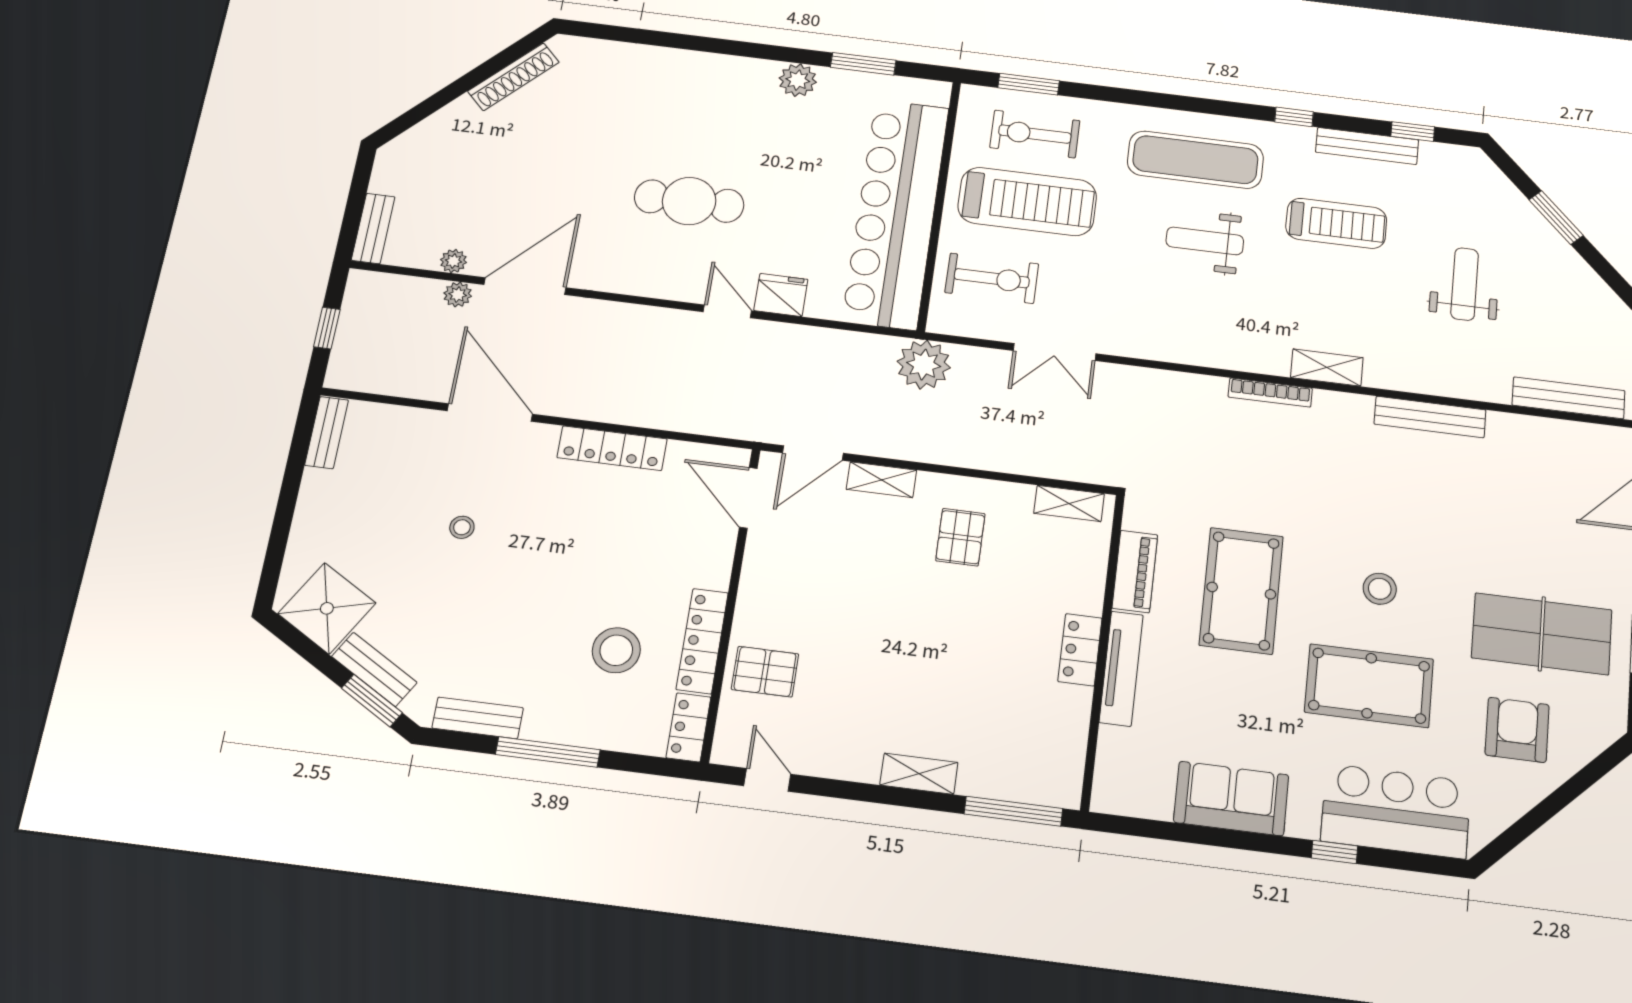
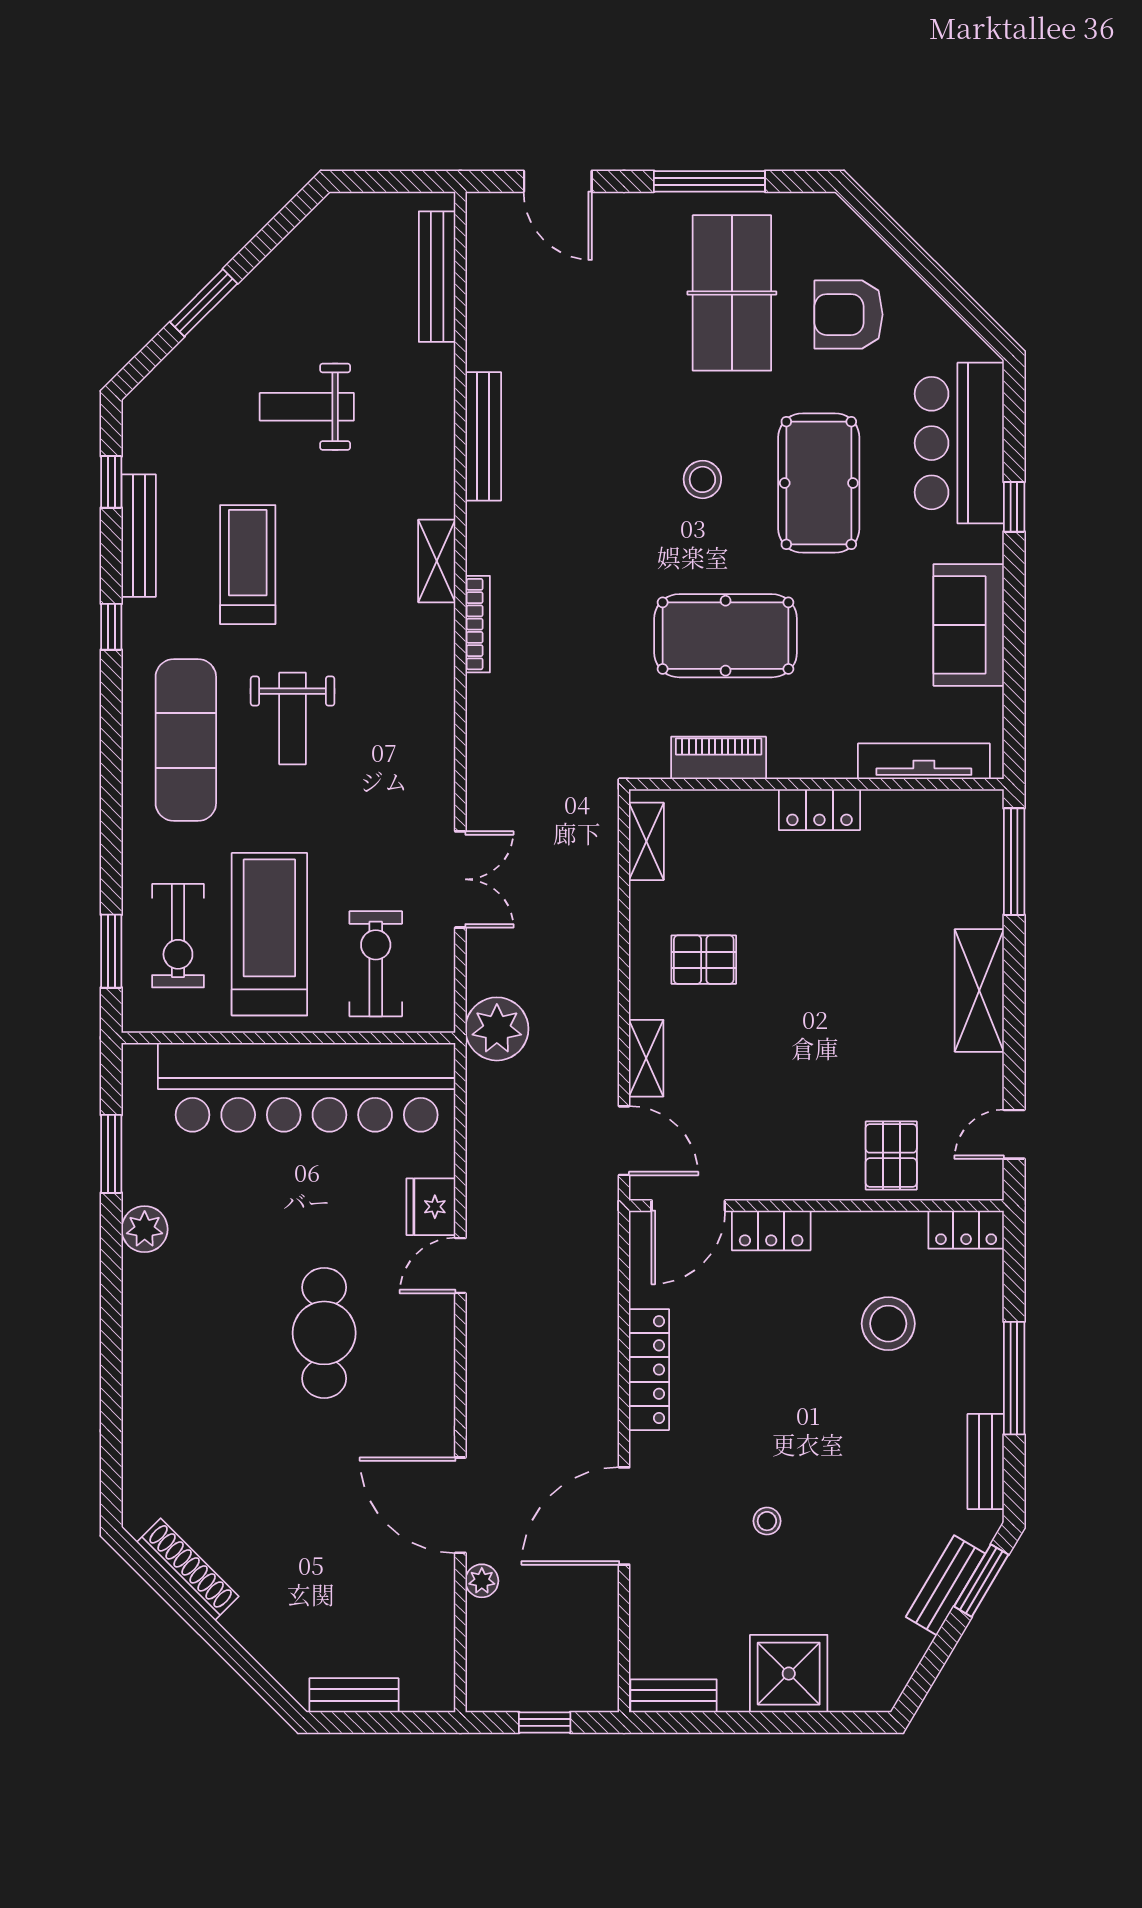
bench: (373, 228) -> (354, 1695), moved
plant: (454, 261) -> (440, 1594), removed
shower: (327, 608) -> (789, 1674), moved, turned -31
locker: (702, 641) -> (771, 1230), moved, width x0.66
tv unit: (1121, 668) -> (924, 761), moved
shelving: (919, 774) -> (979, 990), width x1.50, depth x1.33

